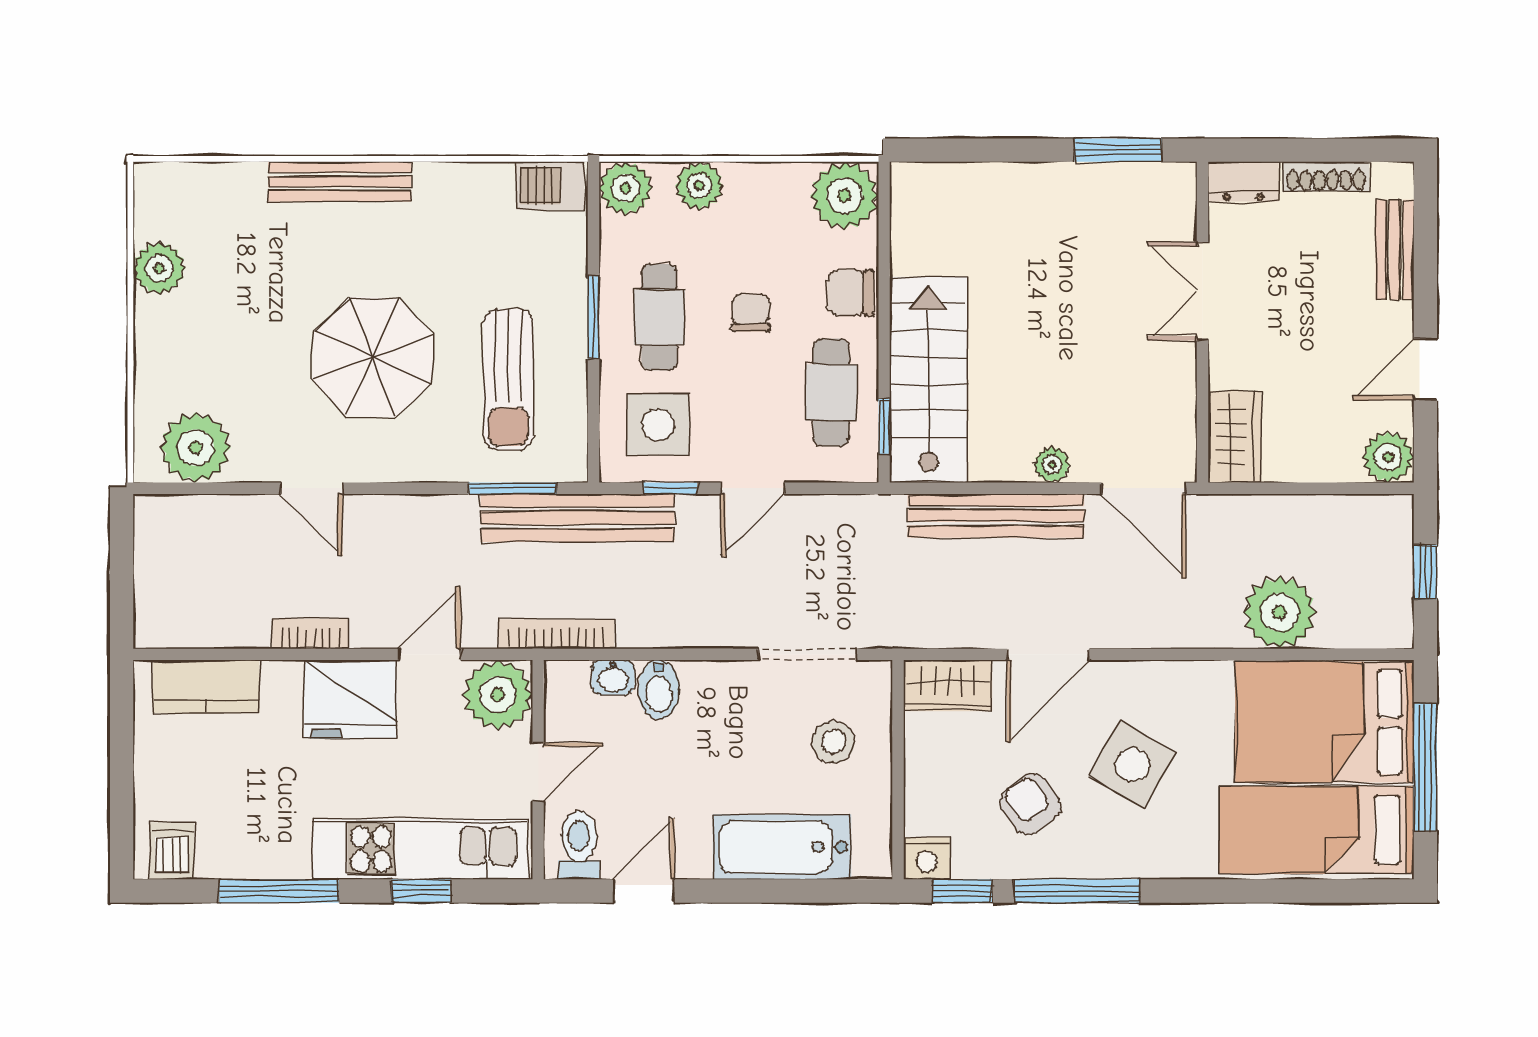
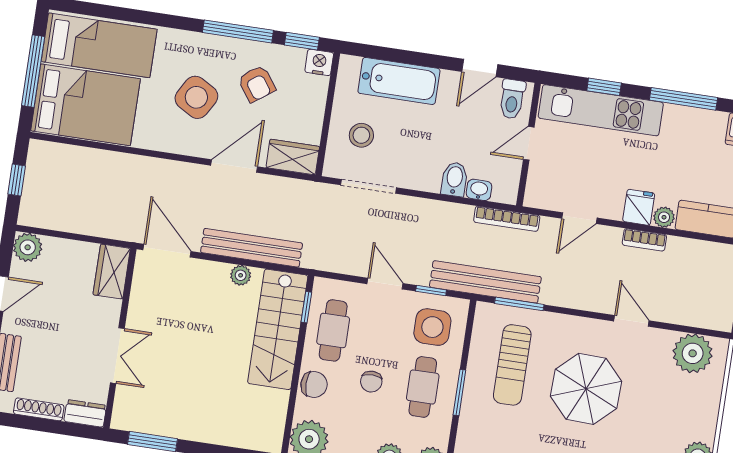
sun lounger: (508, 379) -> (512, 365), turned 180
plant: (1052, 465) -> (241, 275), moved
door: (753, 488) -> (385, 284), hinge flipped
plant: (1280, 612) -> (101, 170), removed
plant: (498, 695) -> (664, 217), moved, width x0.53, depth x0.53
fridge: (350, 699) -> (639, 207), width x0.53, depth x0.75

